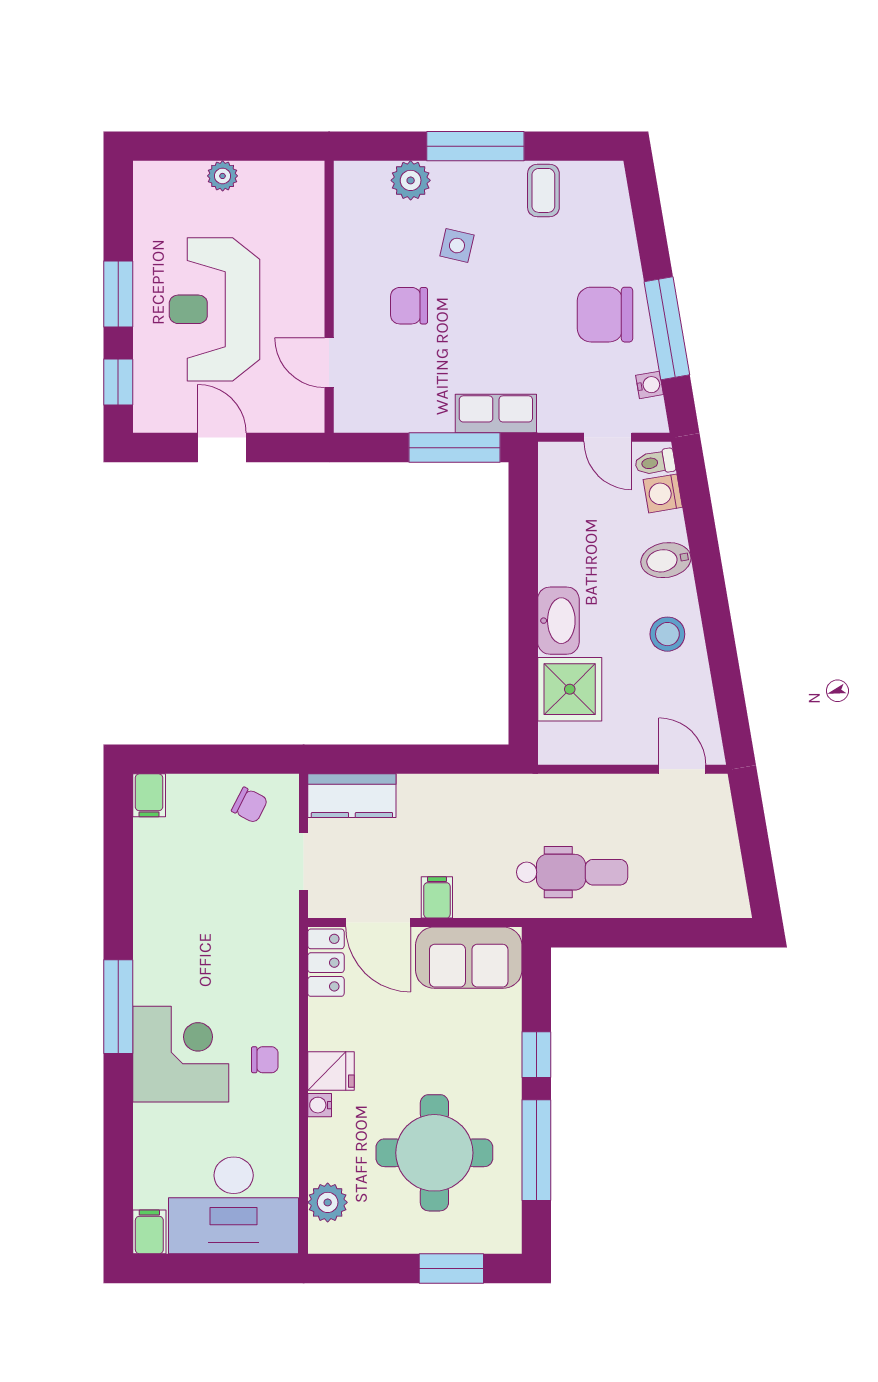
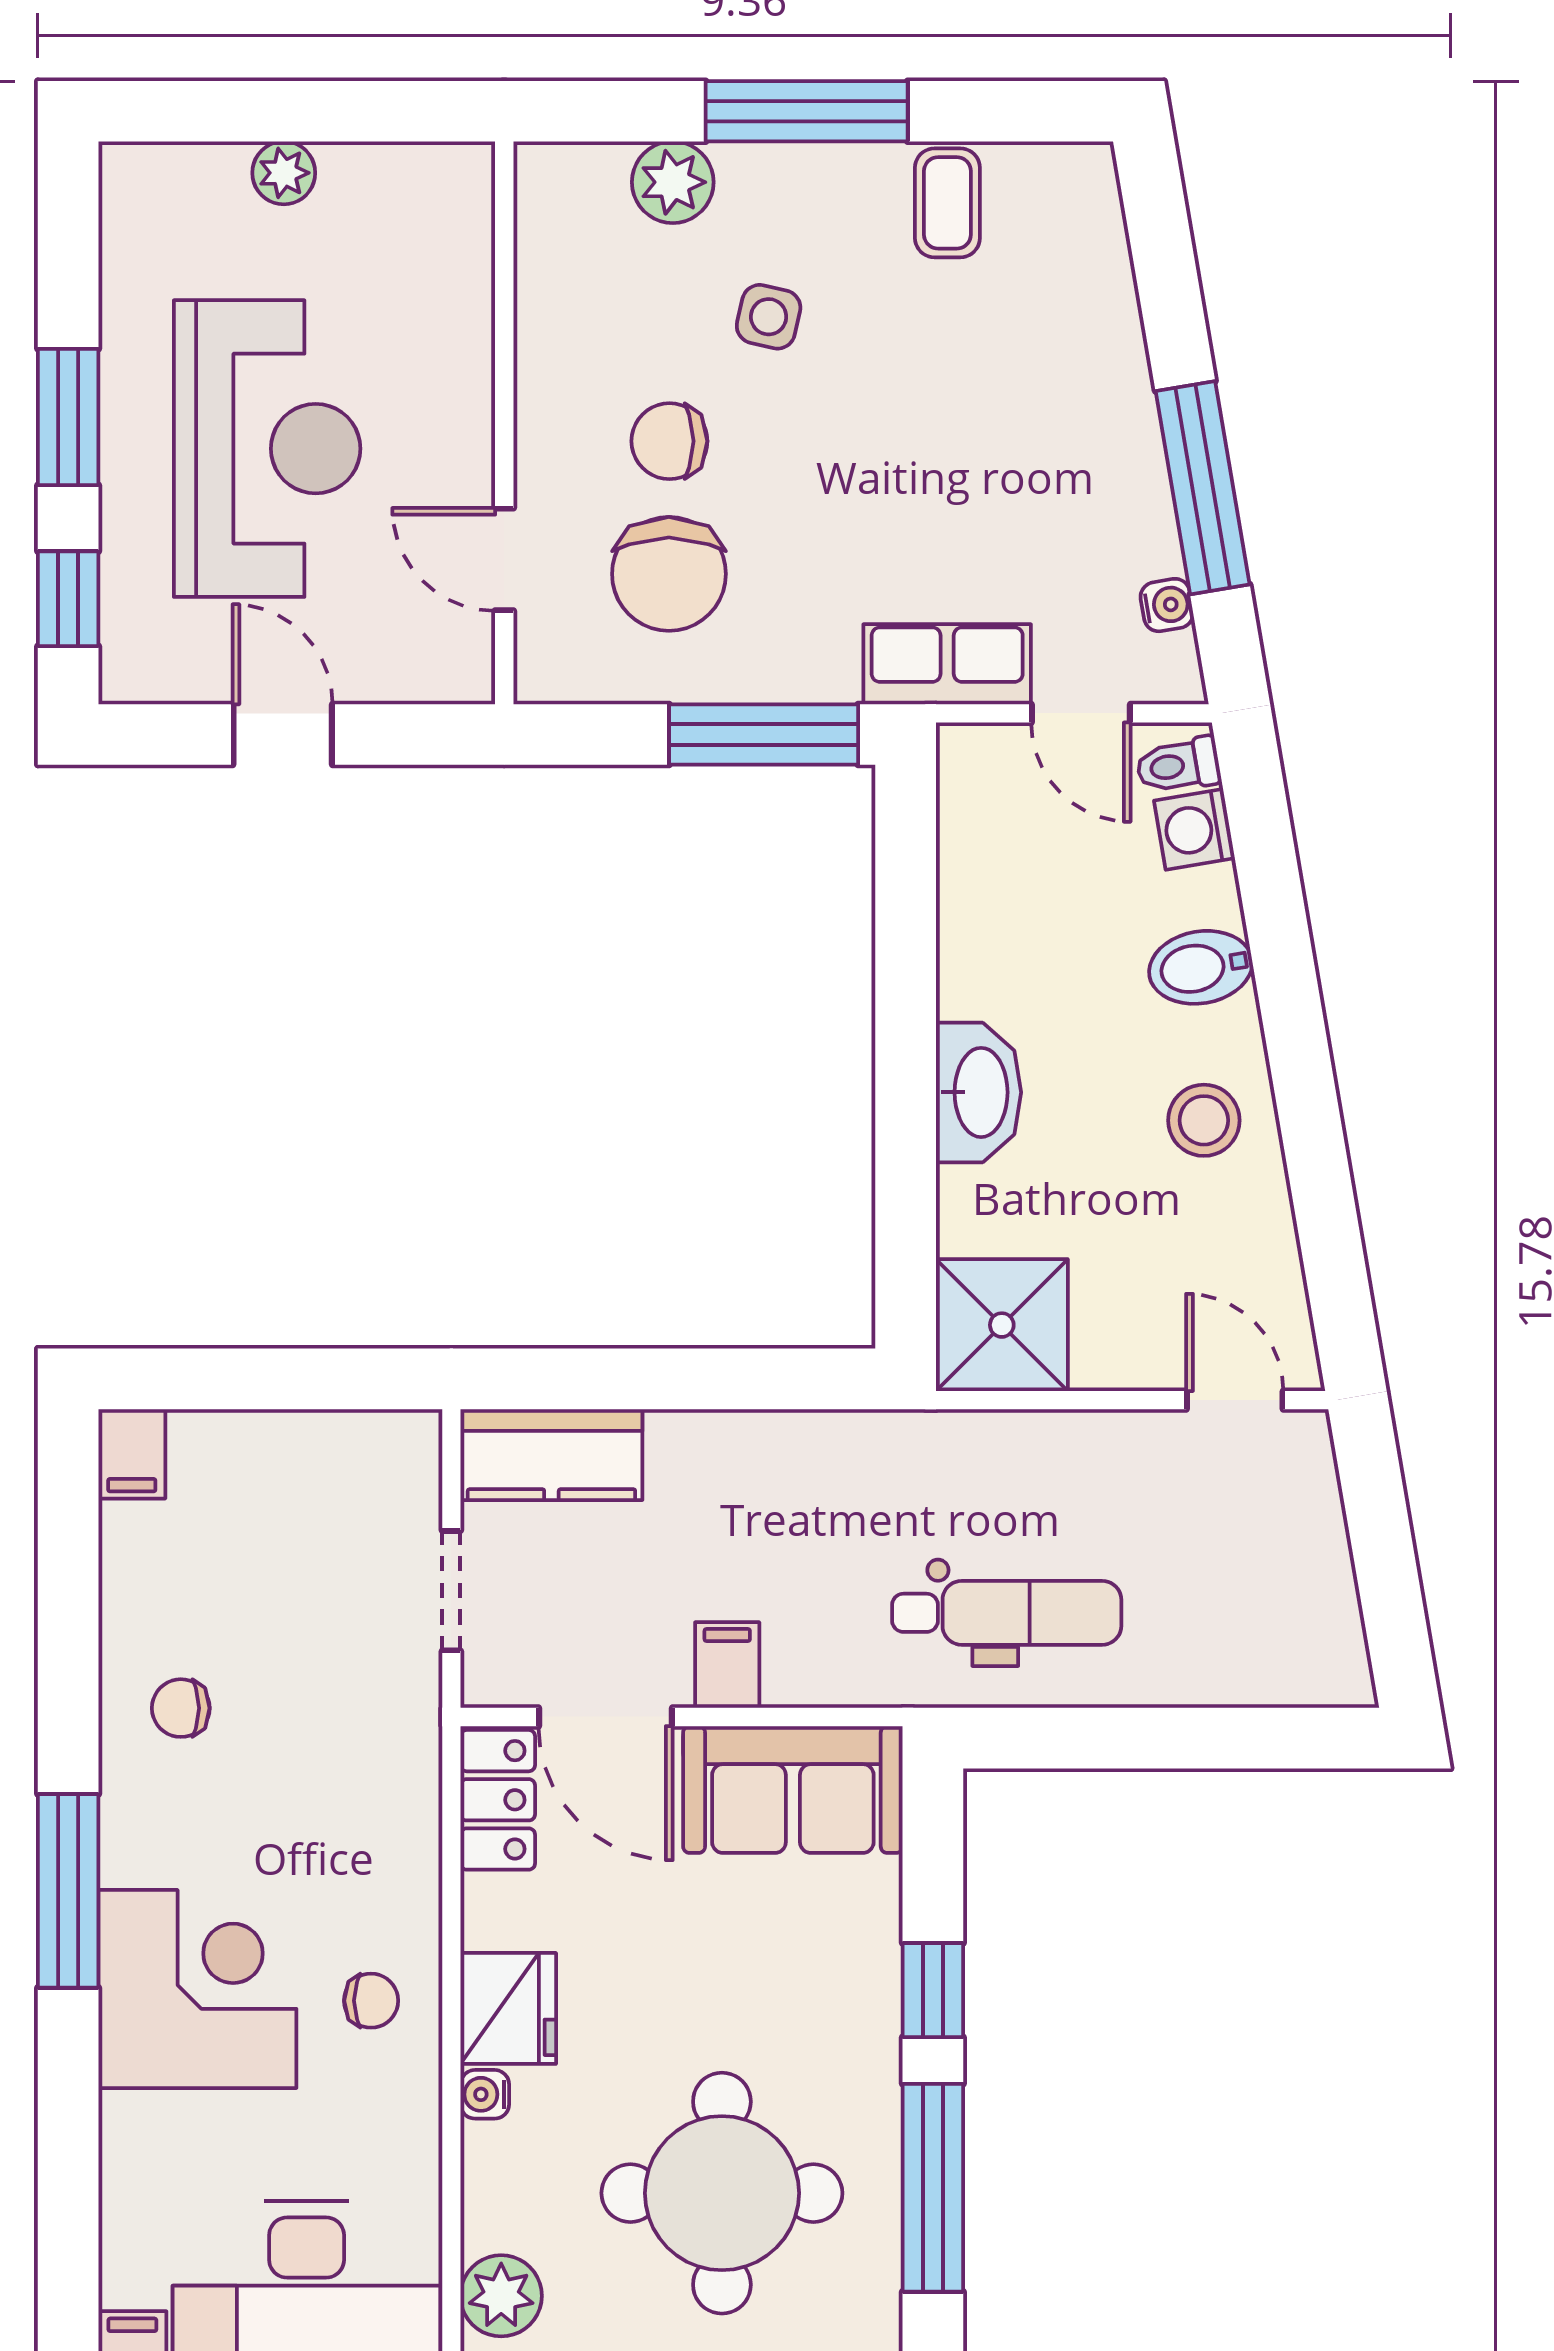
reception desk: (214, 309) -> (267, 449), turned 180
chair: (605, 315) -> (669, 574), moved, turned -90
row of seats: (496, 414) -> (947, 664), moved
shower: (570, 689) -> (1002, 1325), moved
chair: (250, 805) -> (181, 1708), moved, turned 153
fridge: (331, 1071) -> (508, 2008), width x1.38

